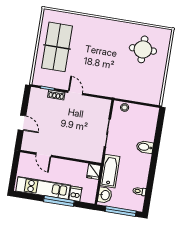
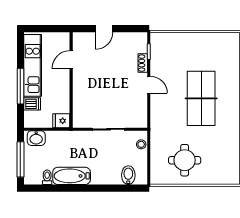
table tennis table: (57, 47) -> (201, 98), moved, turned 90
round table: (143, 49) -> (185, 160), moved
door: (75, 93) -> (149, 85), hinge flipped
bidet: (145, 147) -> (128, 175), moved
bathtub: (110, 171) -> (72, 176), moved, turned 180

